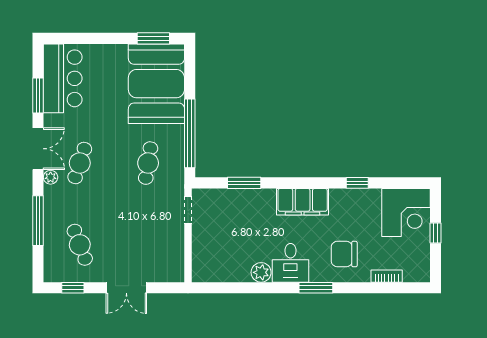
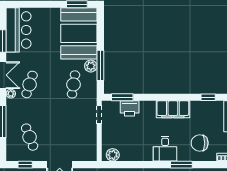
window: (190, 133) -> (100, 65), width x0.68
plant: (175, 134) -> (91, 66), added
window: (244, 183) -> (122, 97), moved
printer: (235, 200) -> (130, 108), added
plant: (261, 272) -> (113, 155), moved

